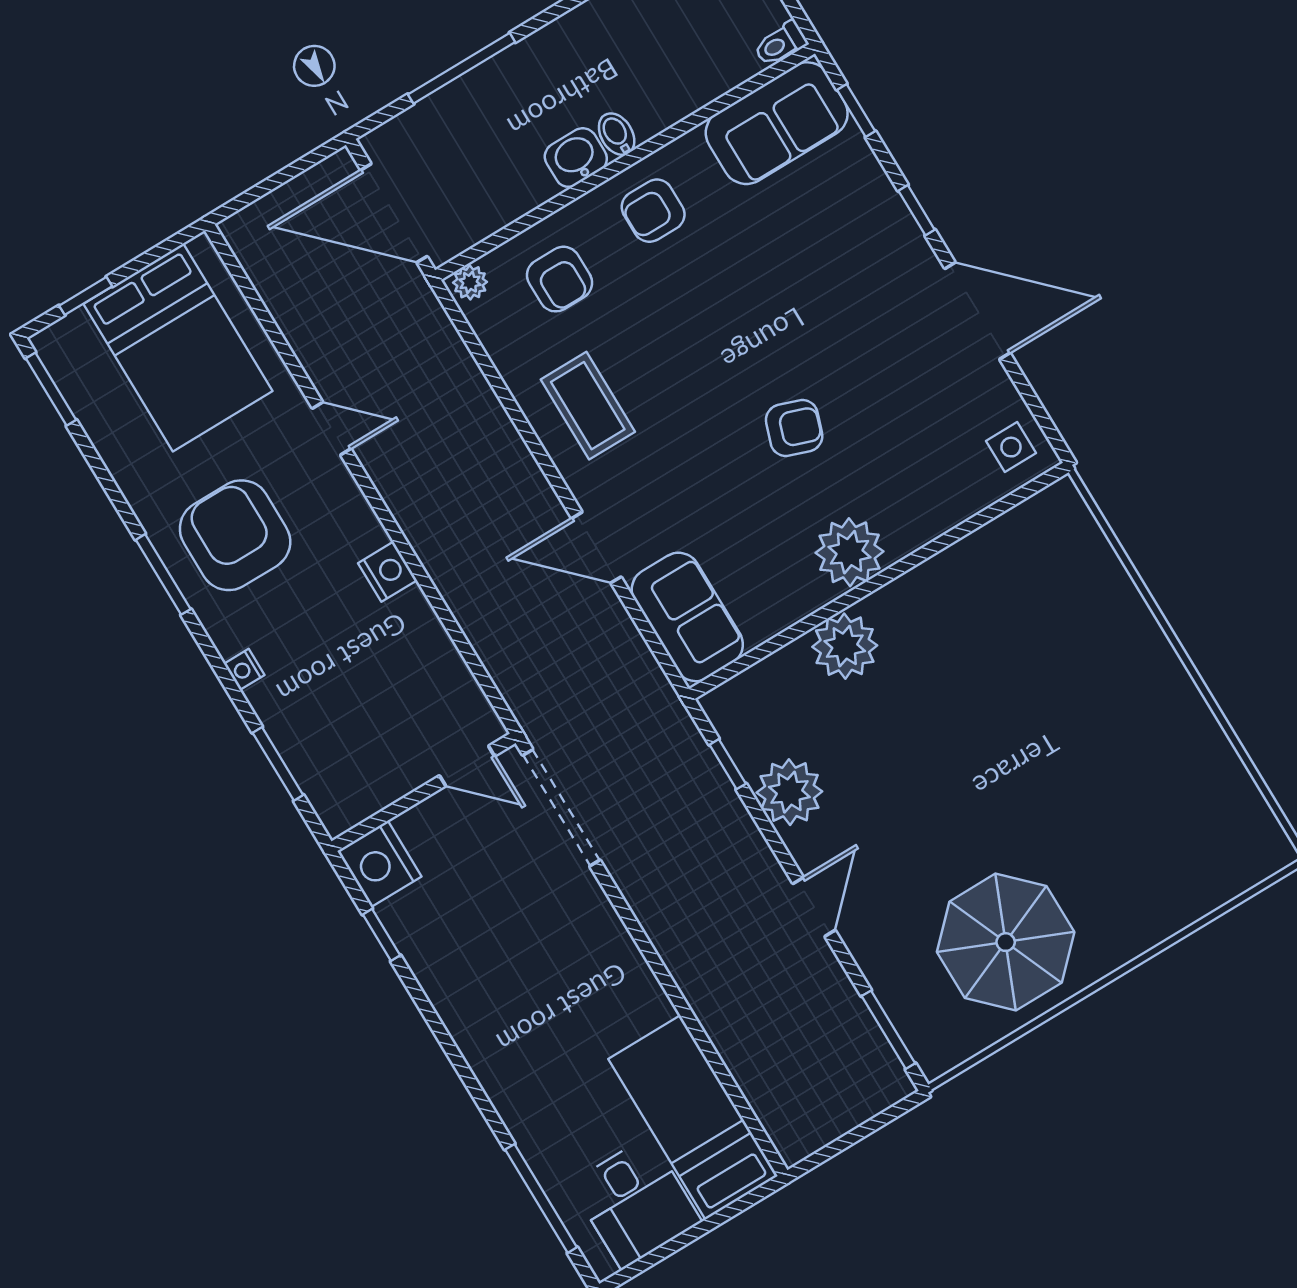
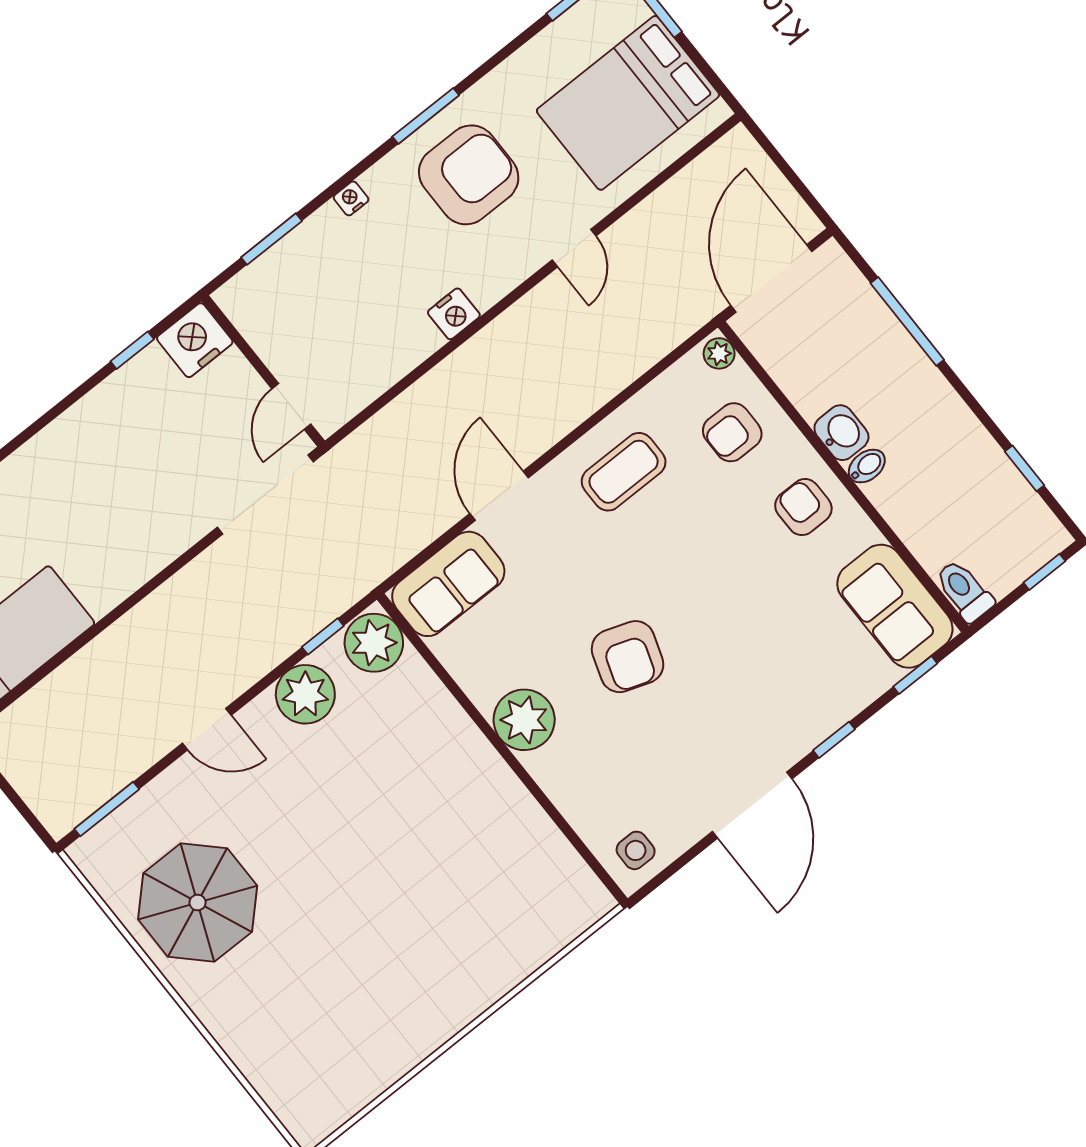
toilet: (781, 44) -> (964, 591), width x1.37, depth x1.39
armchair: (794, 428) -> (628, 657), width x1.38, depth x1.38
plant: (845, 646) -> (374, 643), moved

